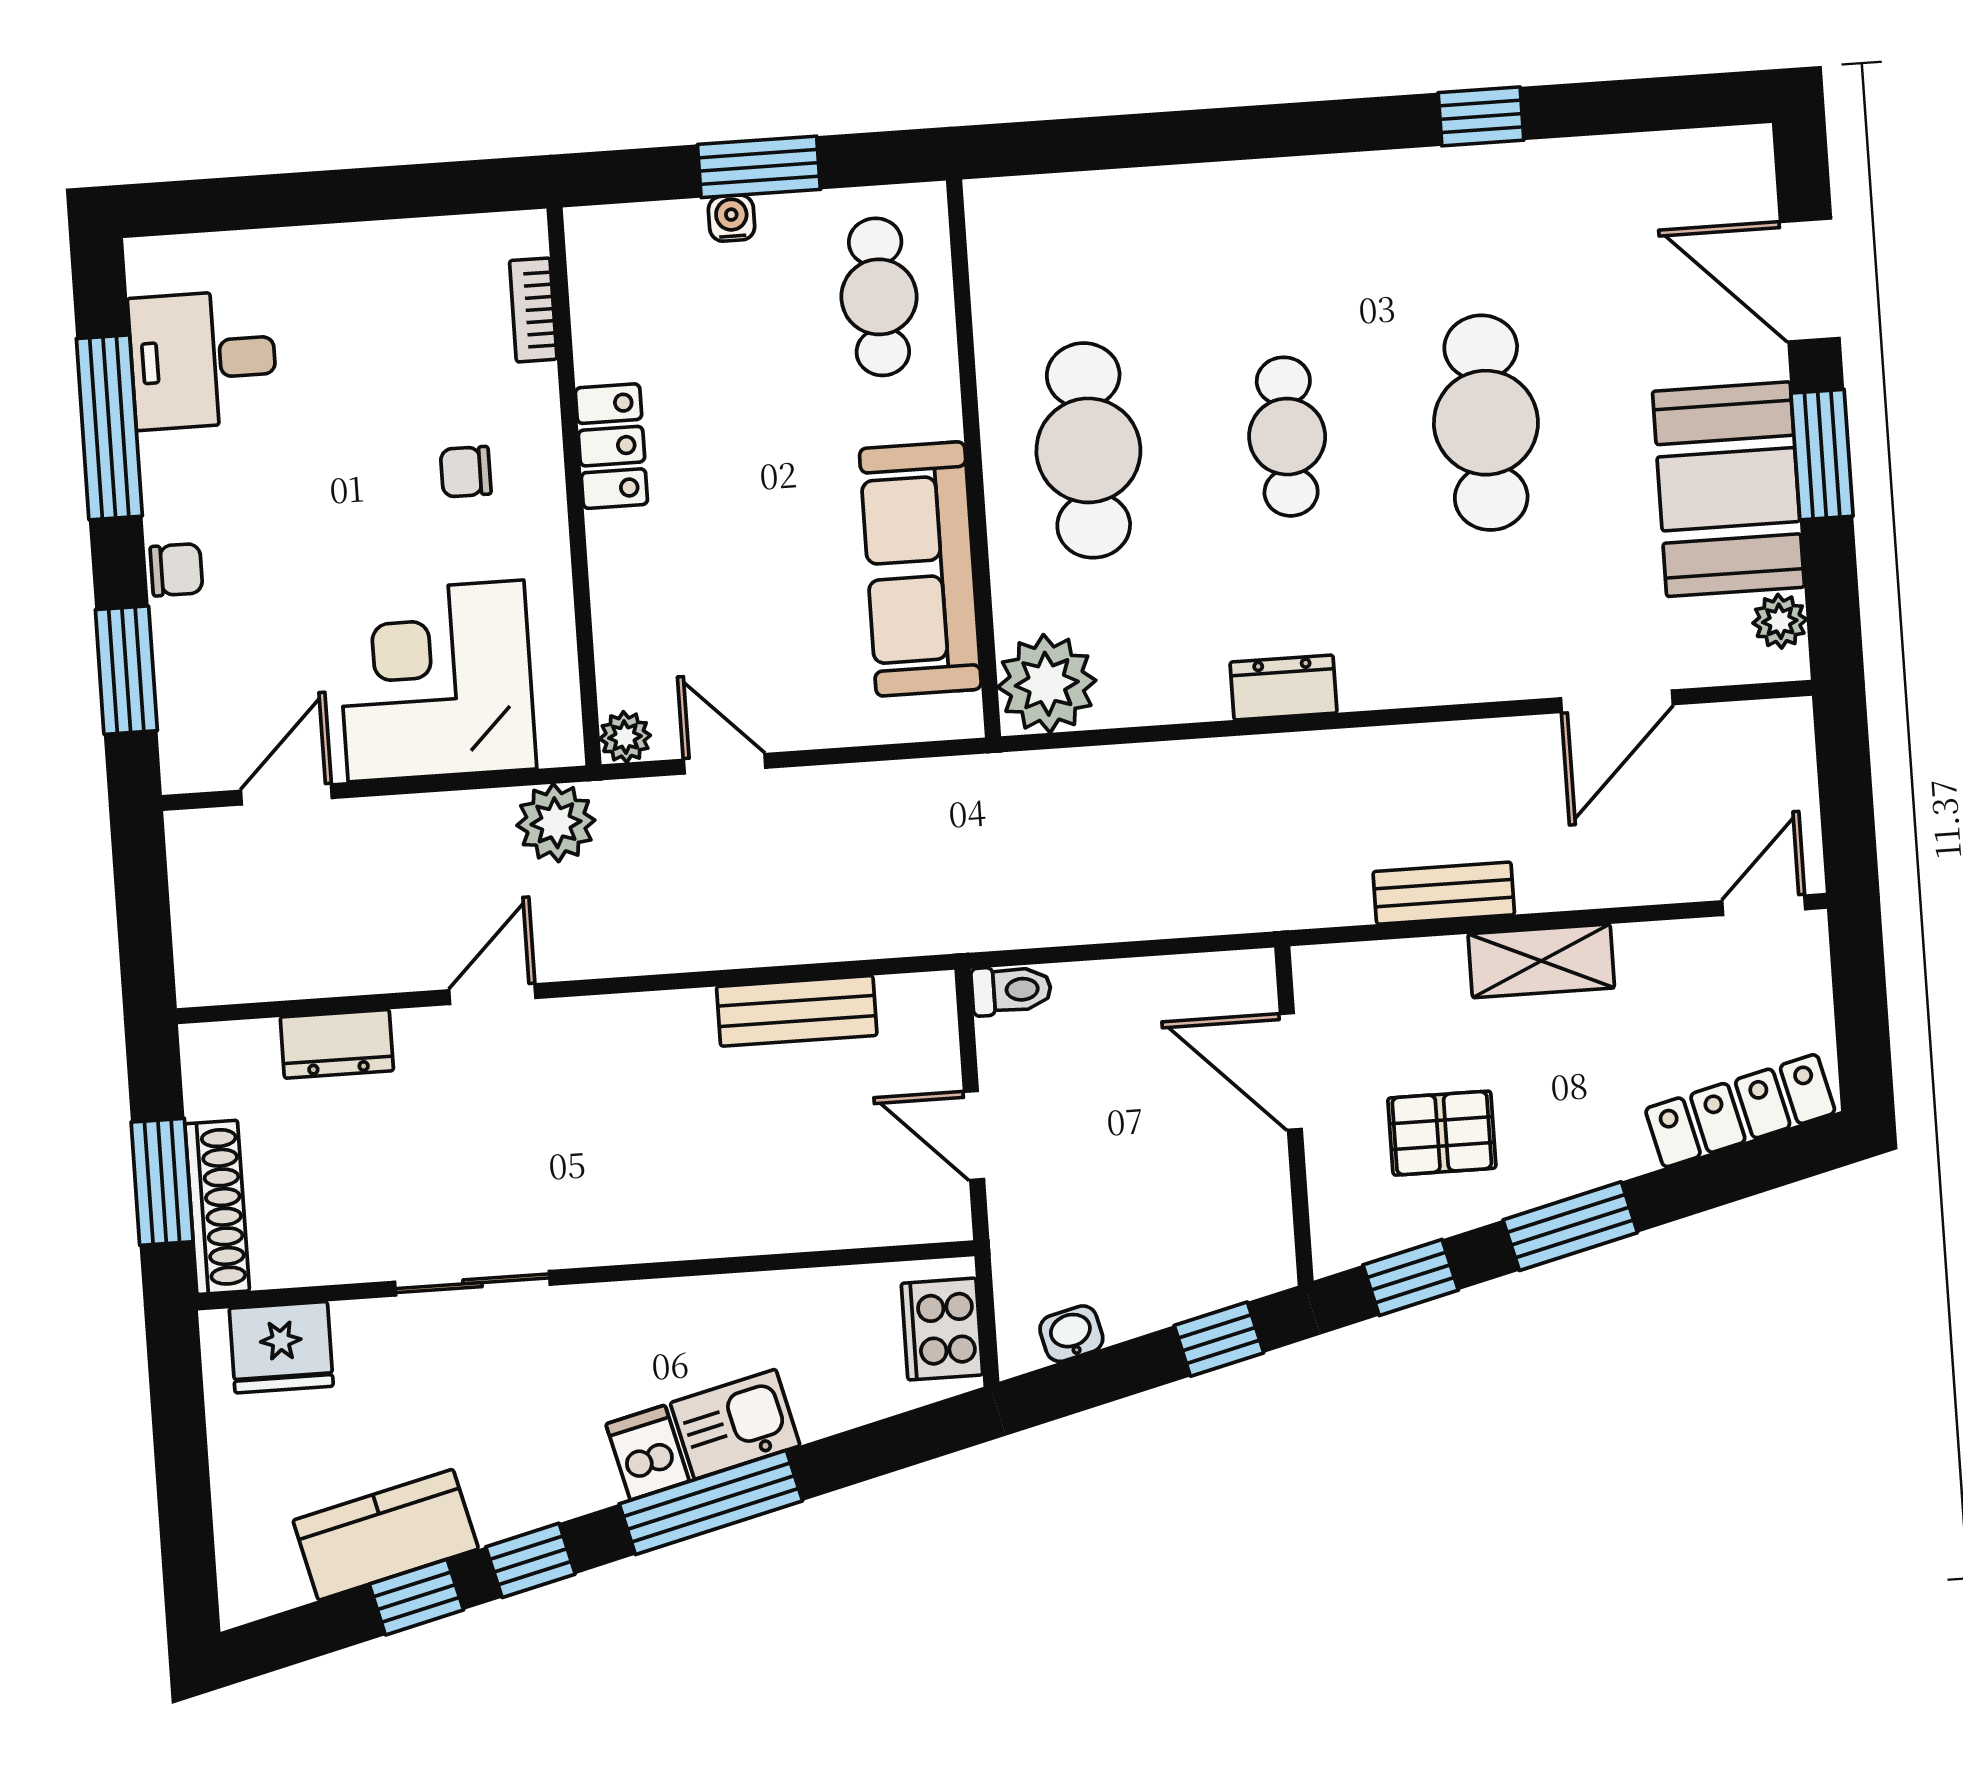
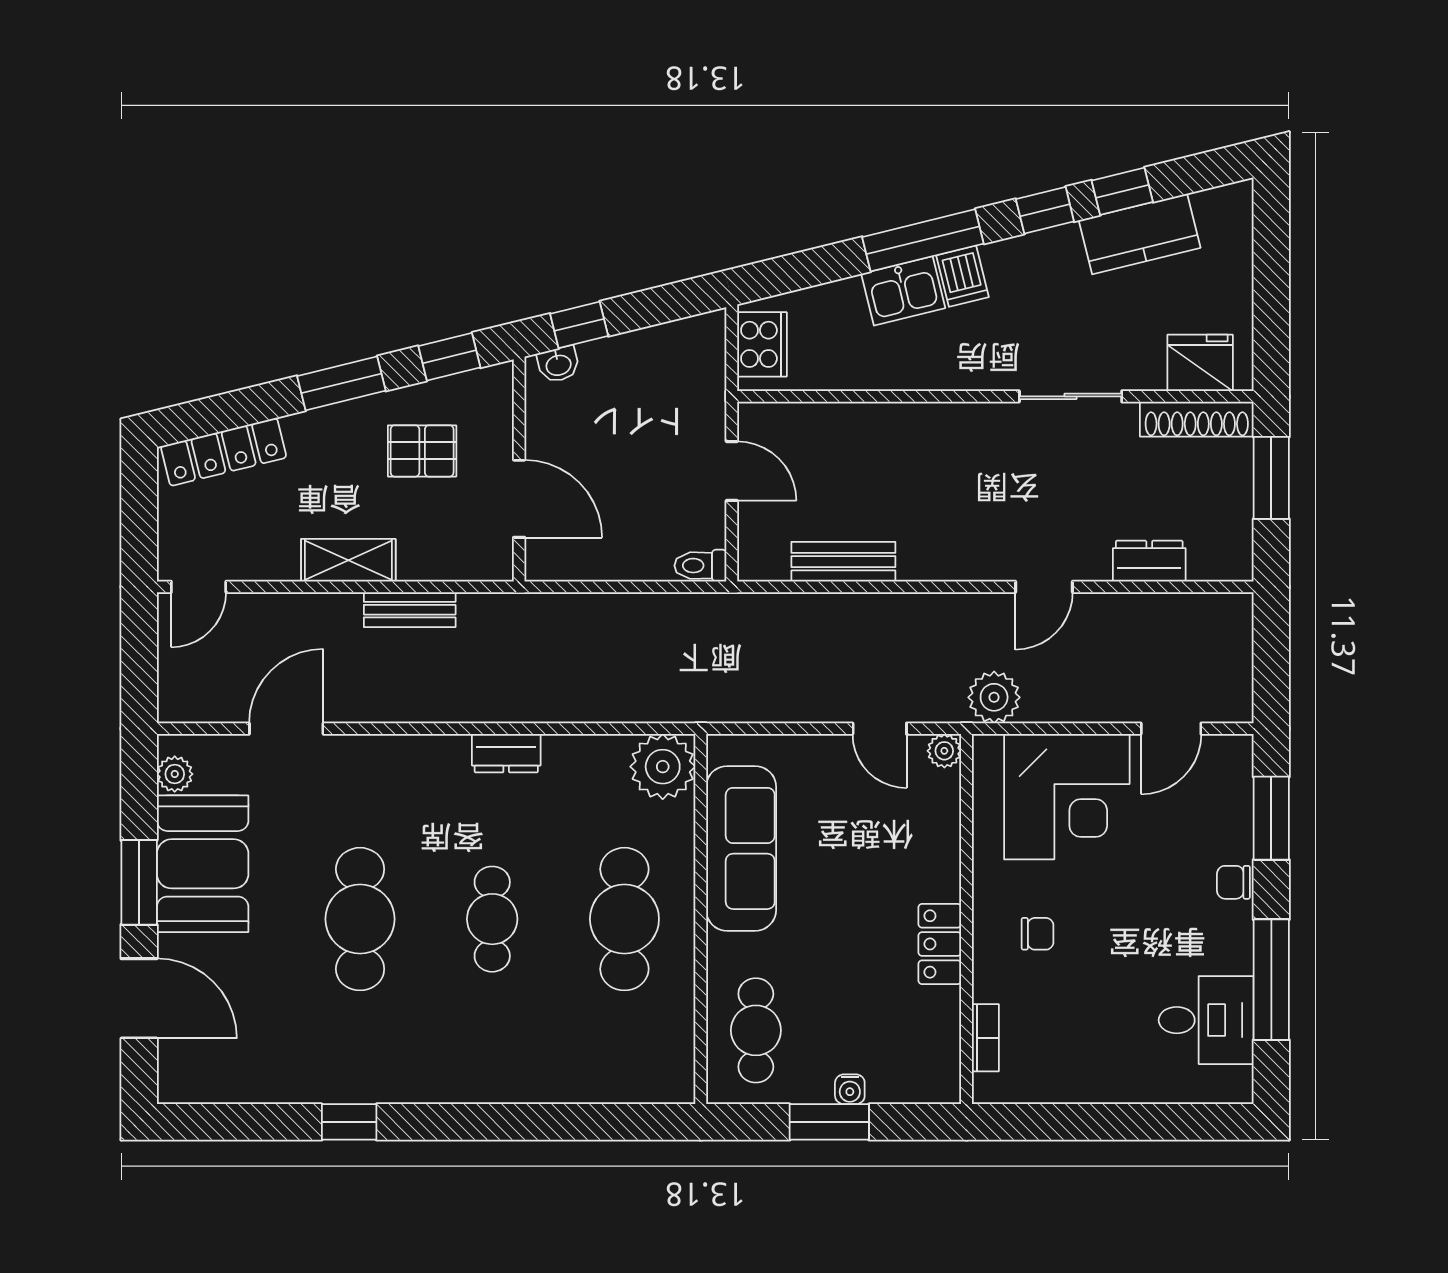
shoe rack: (217, 1207) -> (1197, 419), moved, turned -90
washbasin: (1071, 1334) -> (558, 364), moved

